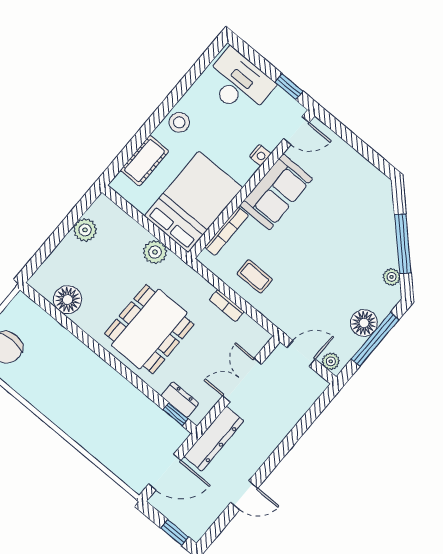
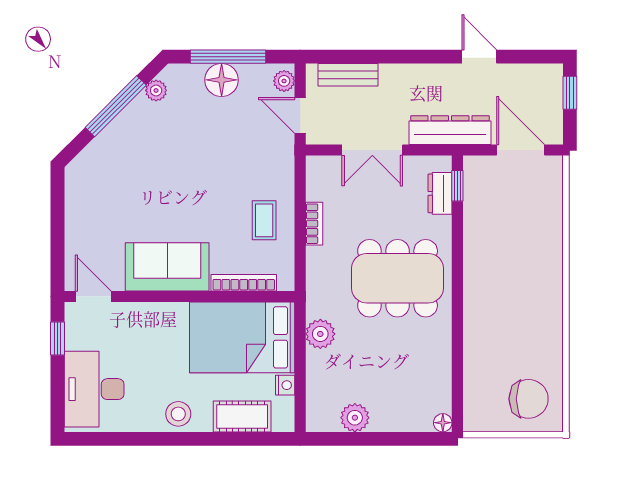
nightstand: (260, 155) -> (285, 385), moved, turned 90
floor lamp: (68, 300) -> (443, 423), moved, width x0.53, depth x0.53
bench: (301, 404) -> (348, 75), added

